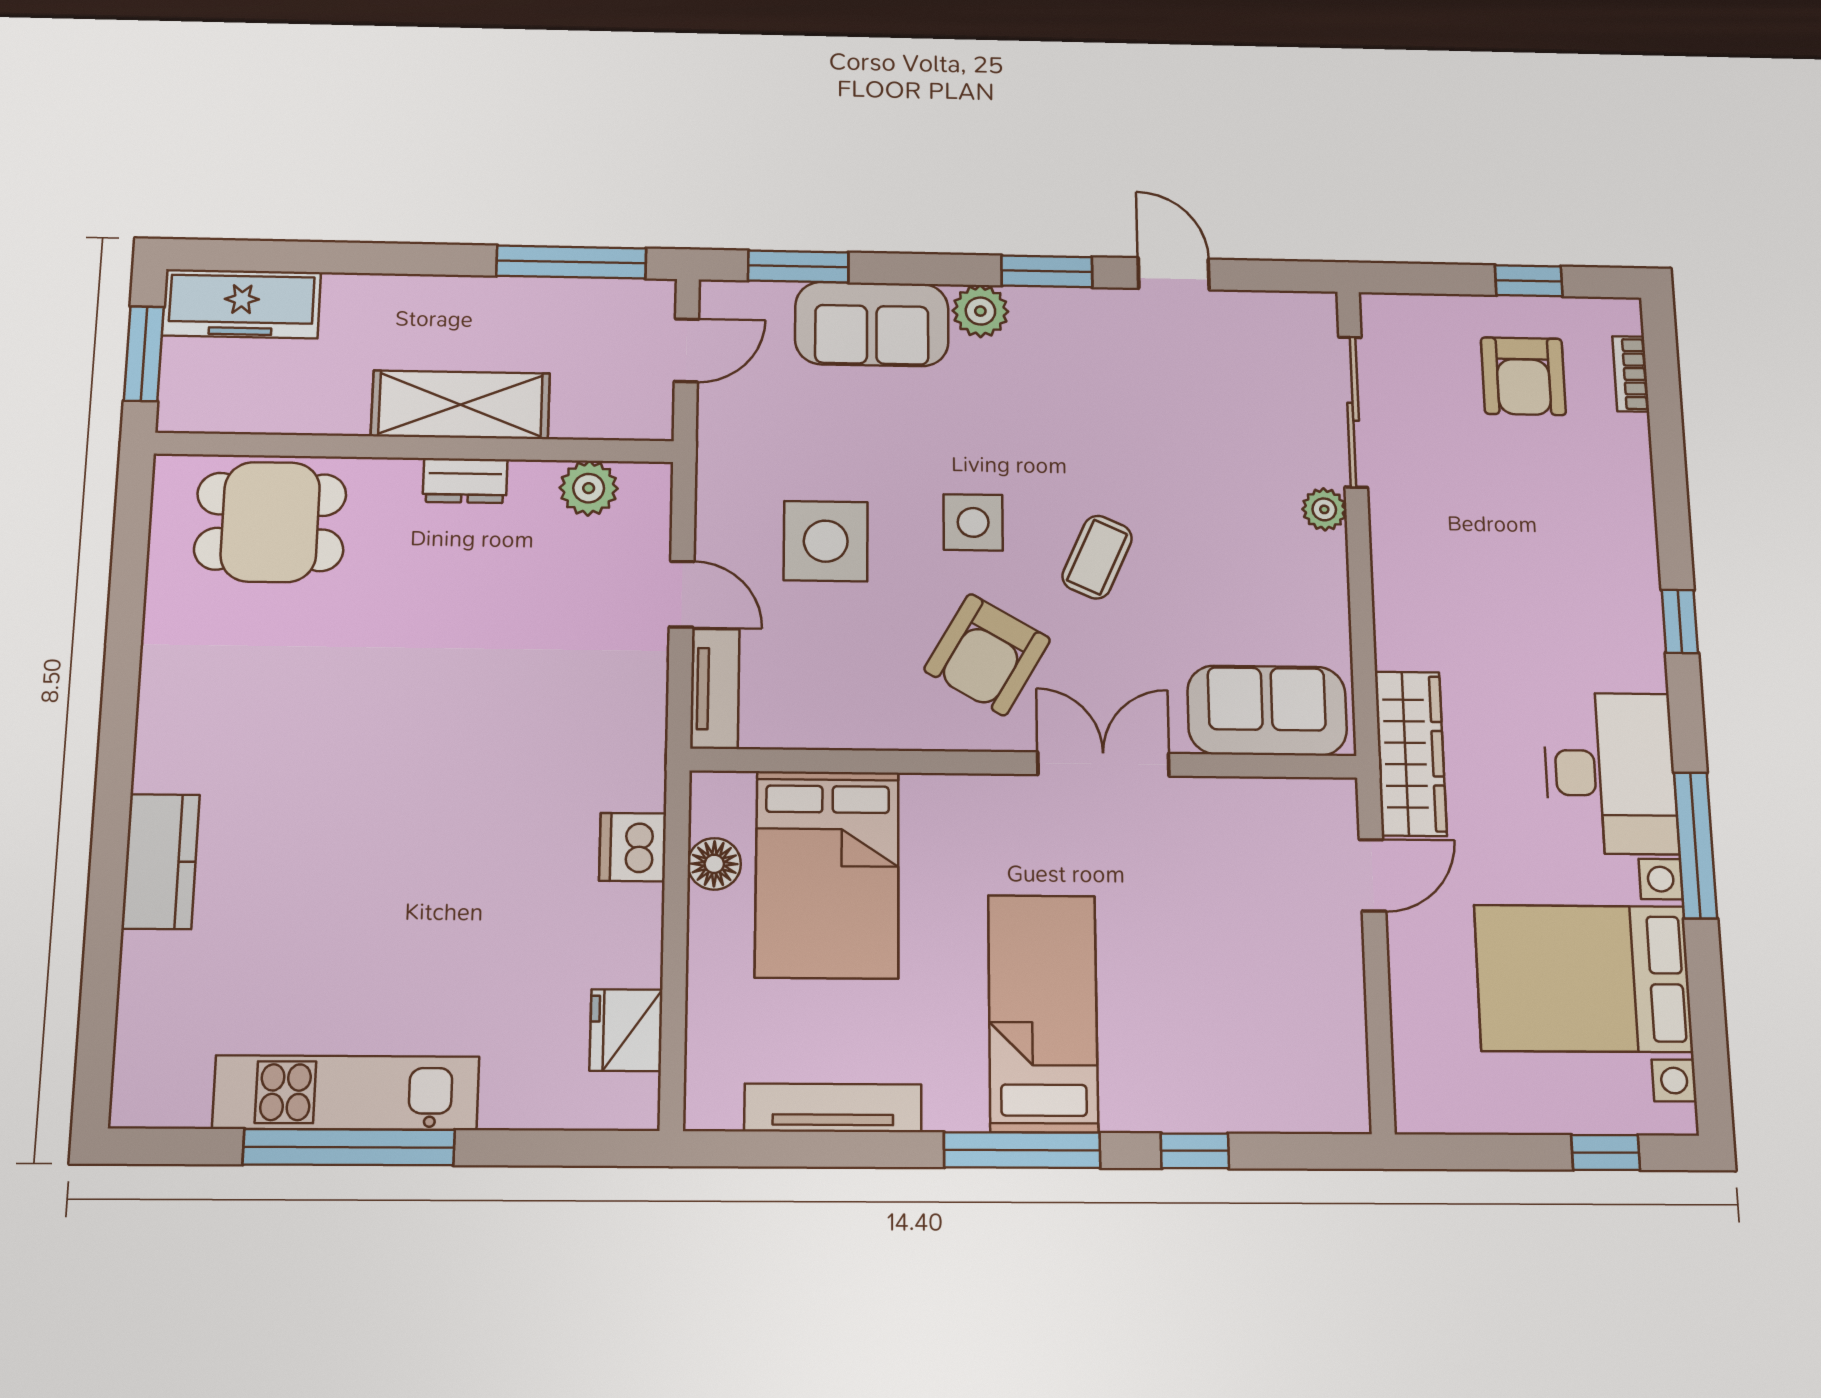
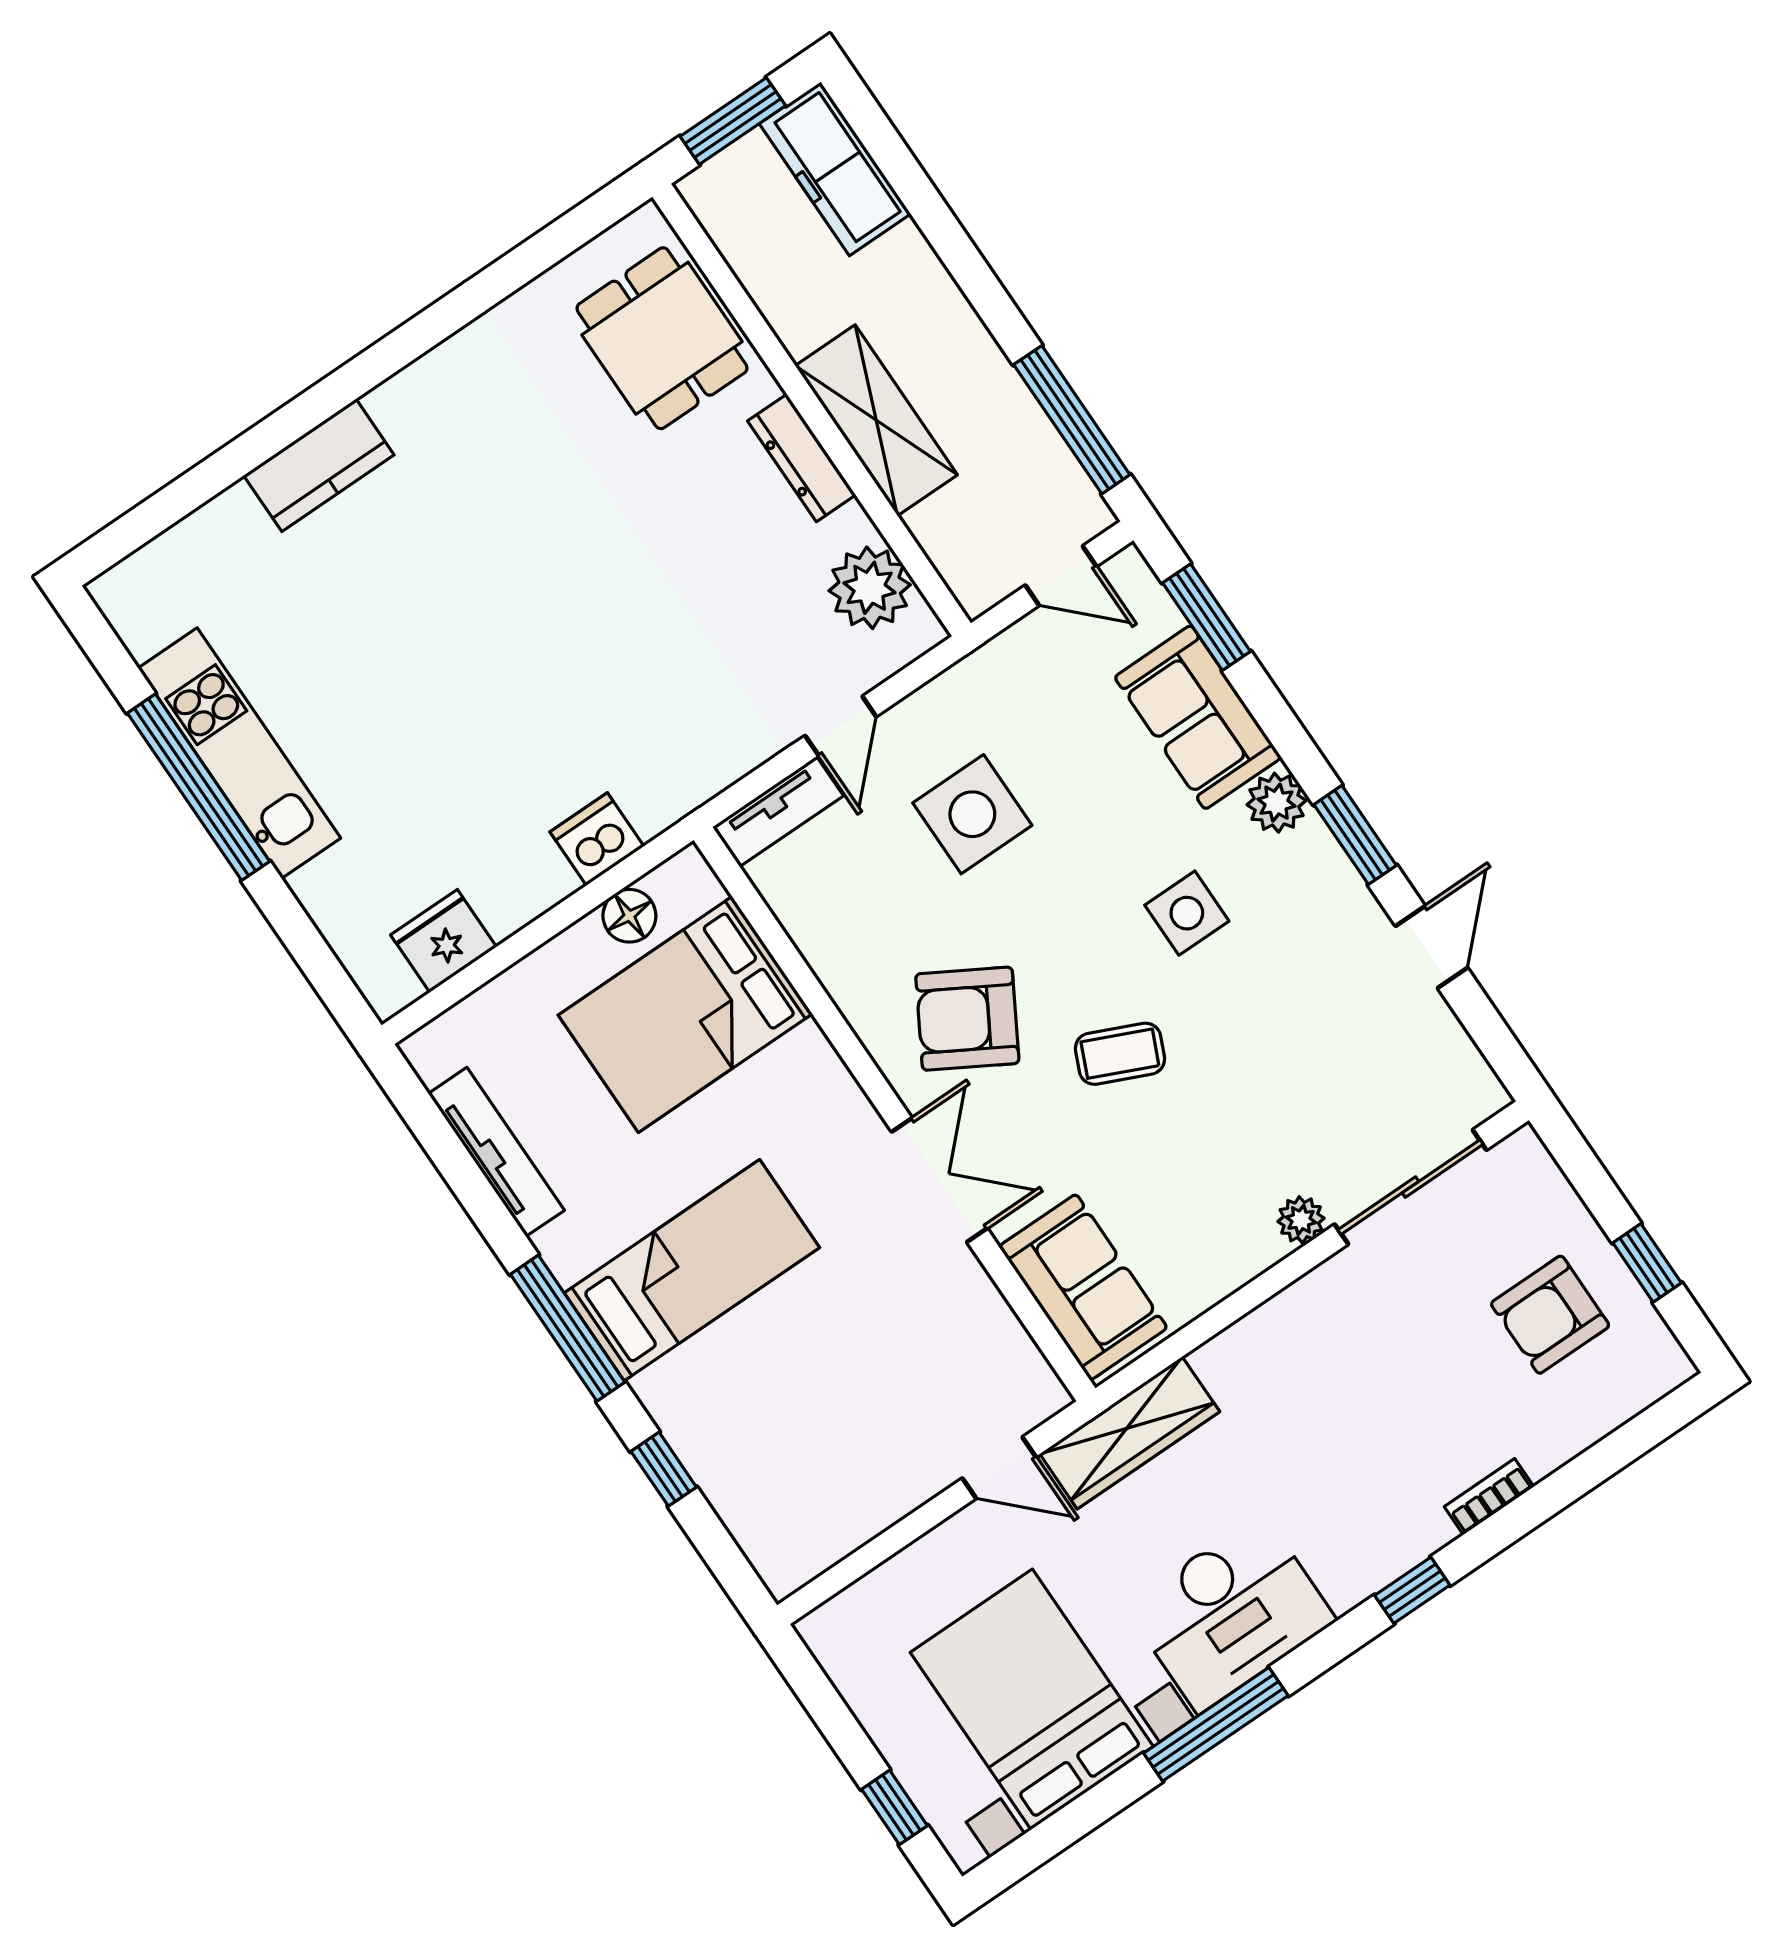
bookcase: (1631, 374) -> (1489, 1497), moved
dresser: (465, 481) -> (802, 458), width x1.44
plant: (589, 488) -> (870, 588), width x1.36, depth x1.36
side table: (973, 522) -> (1187, 913), moved

